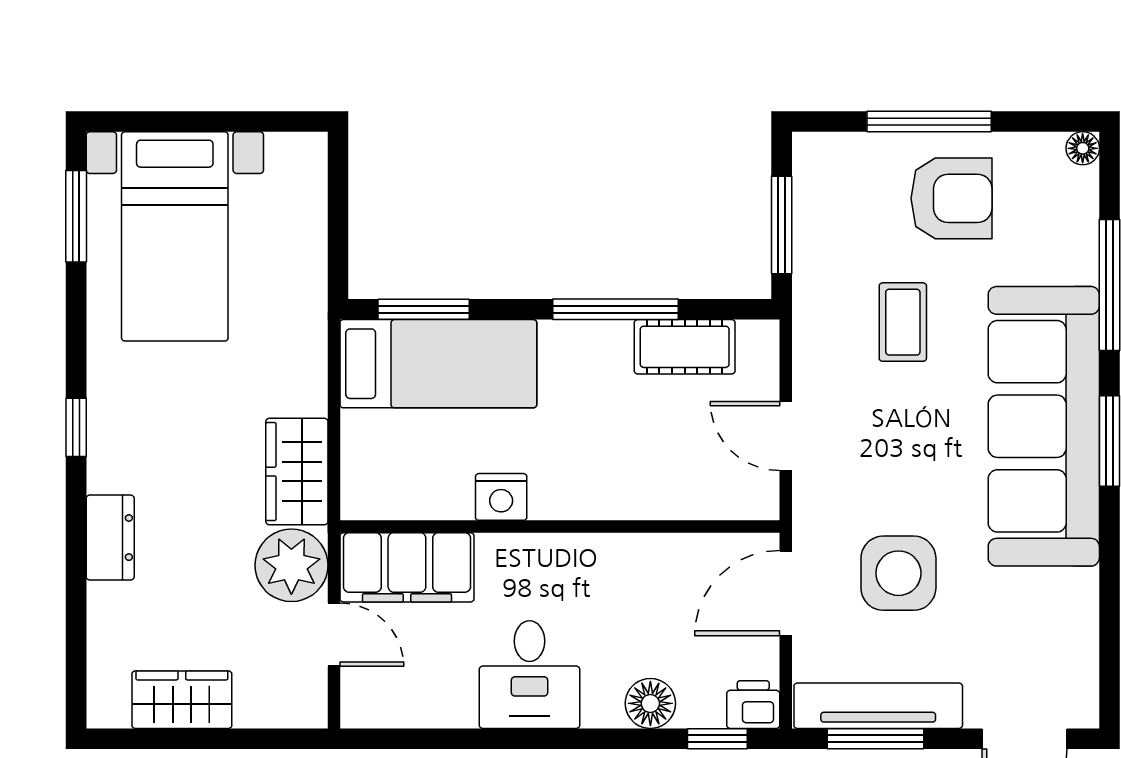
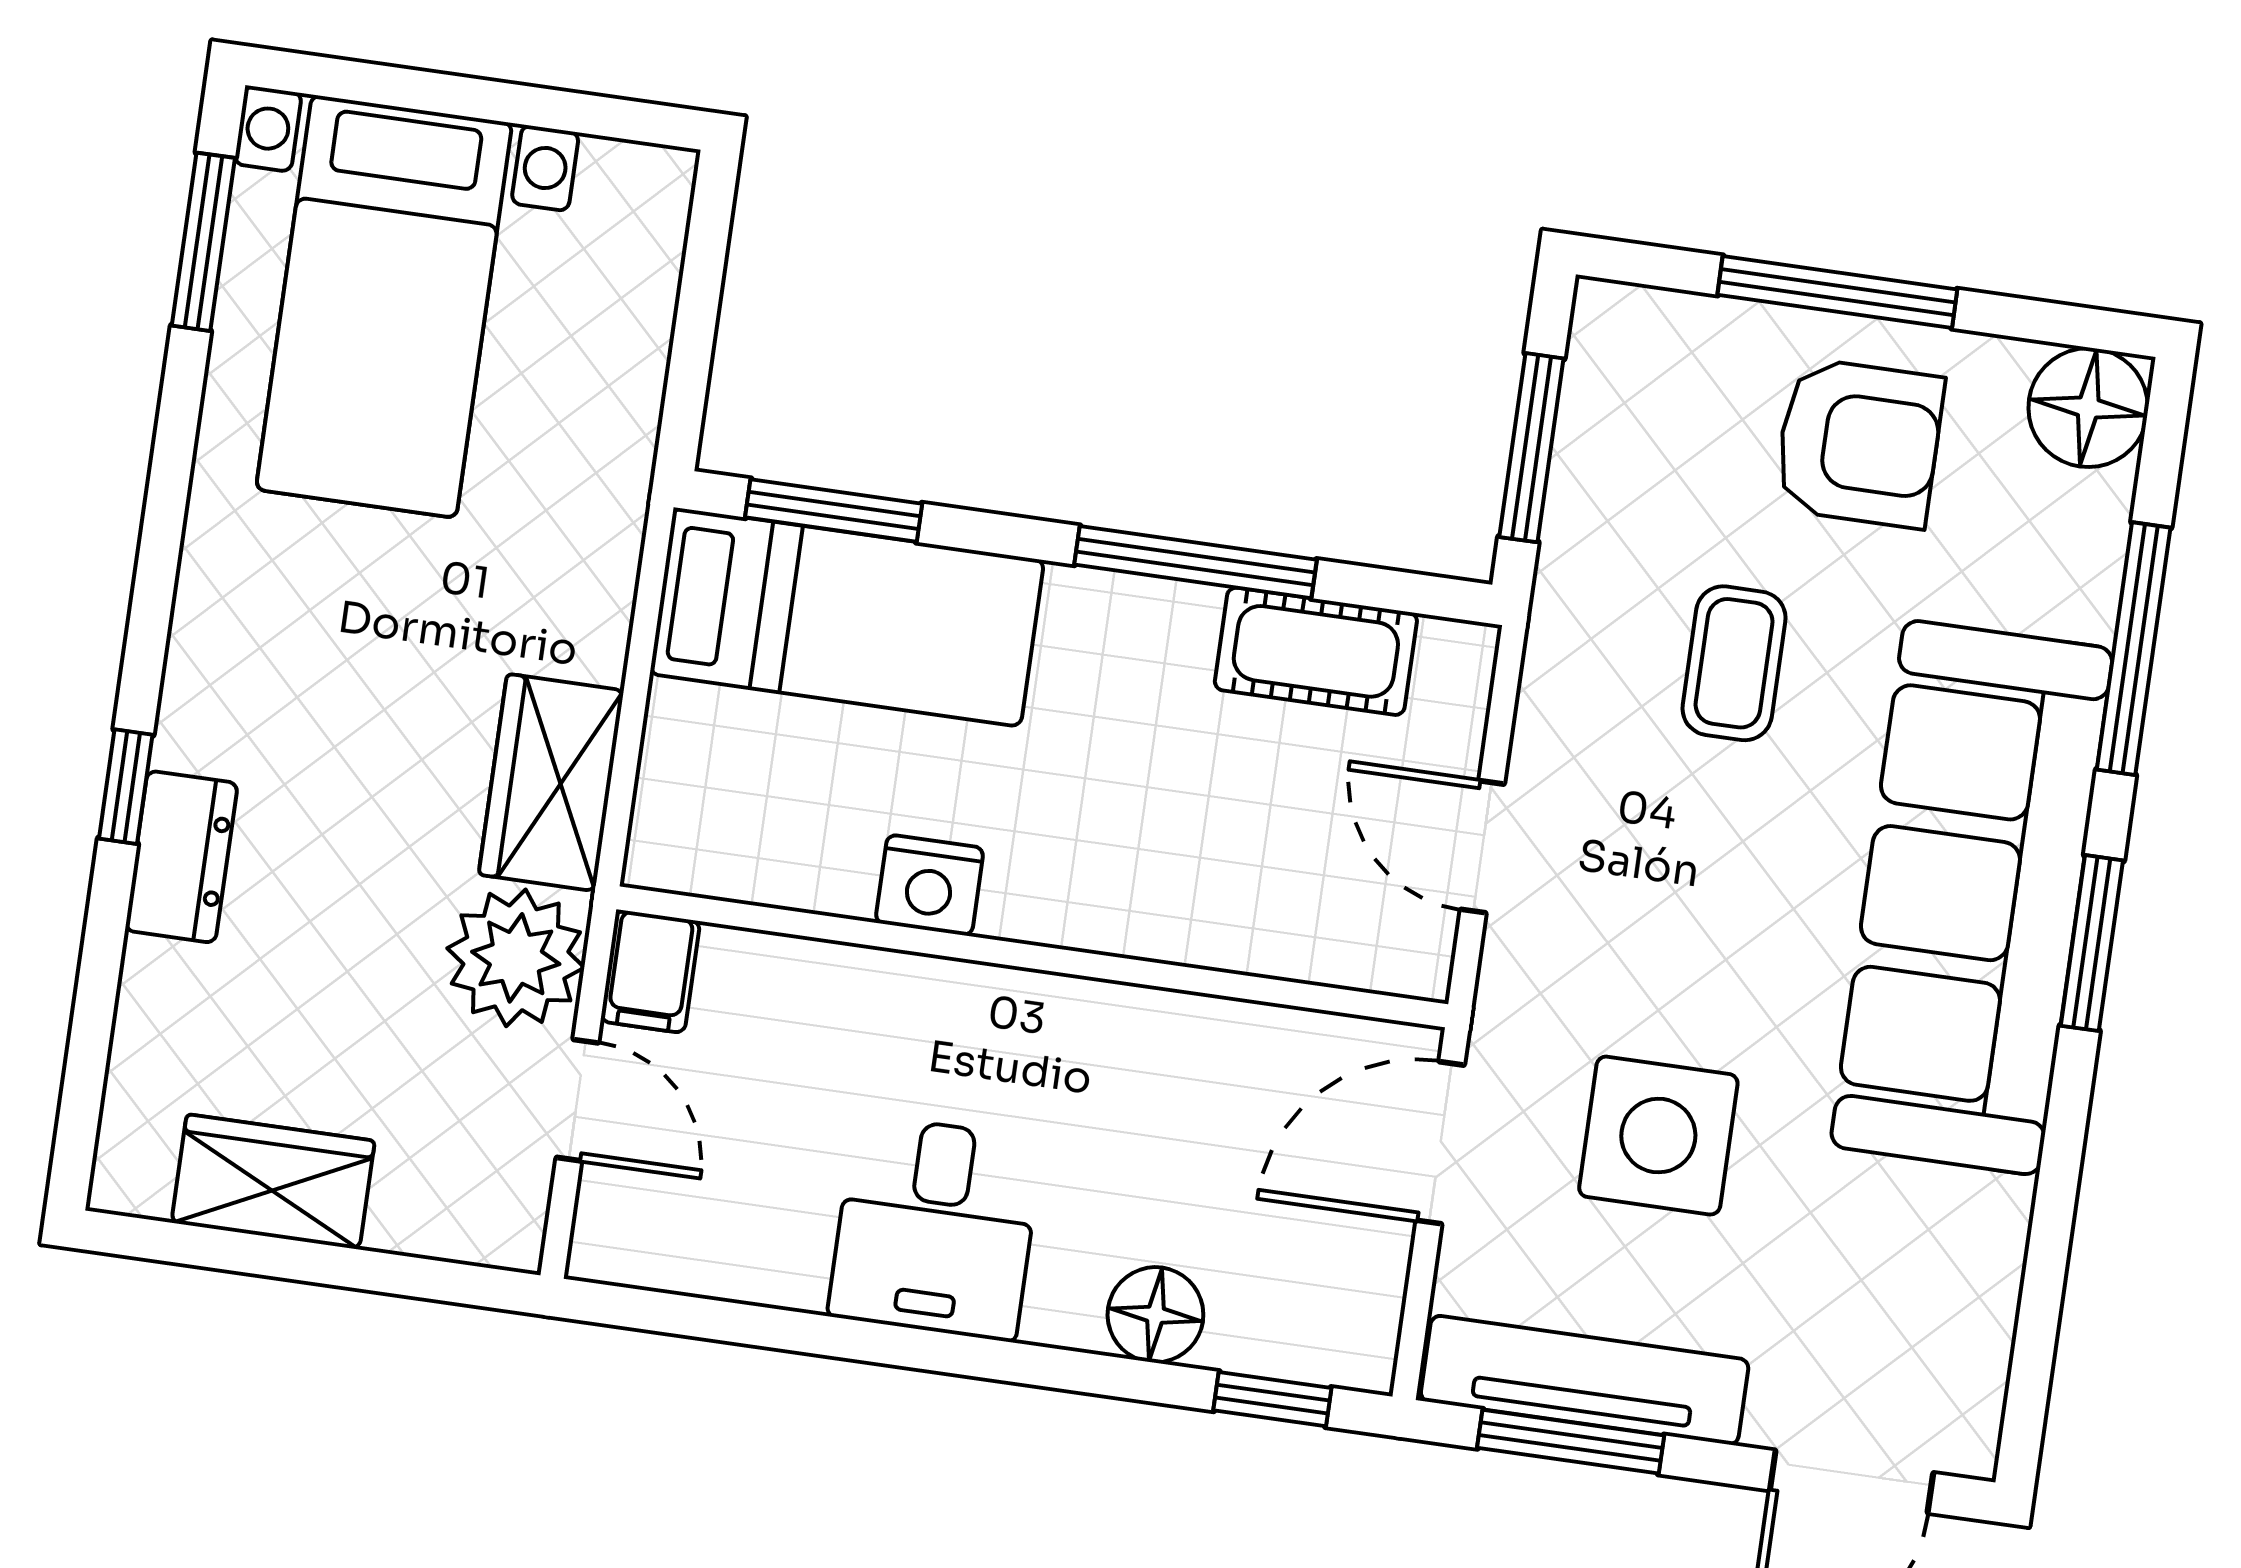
floor lamp: (1083, 148) -> (2088, 408), width x1.89, depth x1.89
window: (76, 427) -> (126, 787), moved
filing cabinet: (407, 567) -> (650, 971), width x0.33, depth x0.86
printer: (753, 705) -> (1349, 1344), removed

